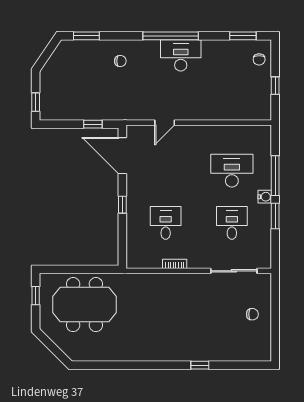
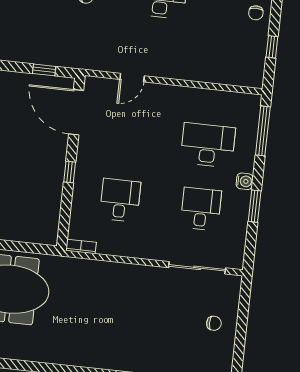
window: (275, 176) -> (263, 131), moved
bookcase: (175, 264) -> (81, 246), moved

